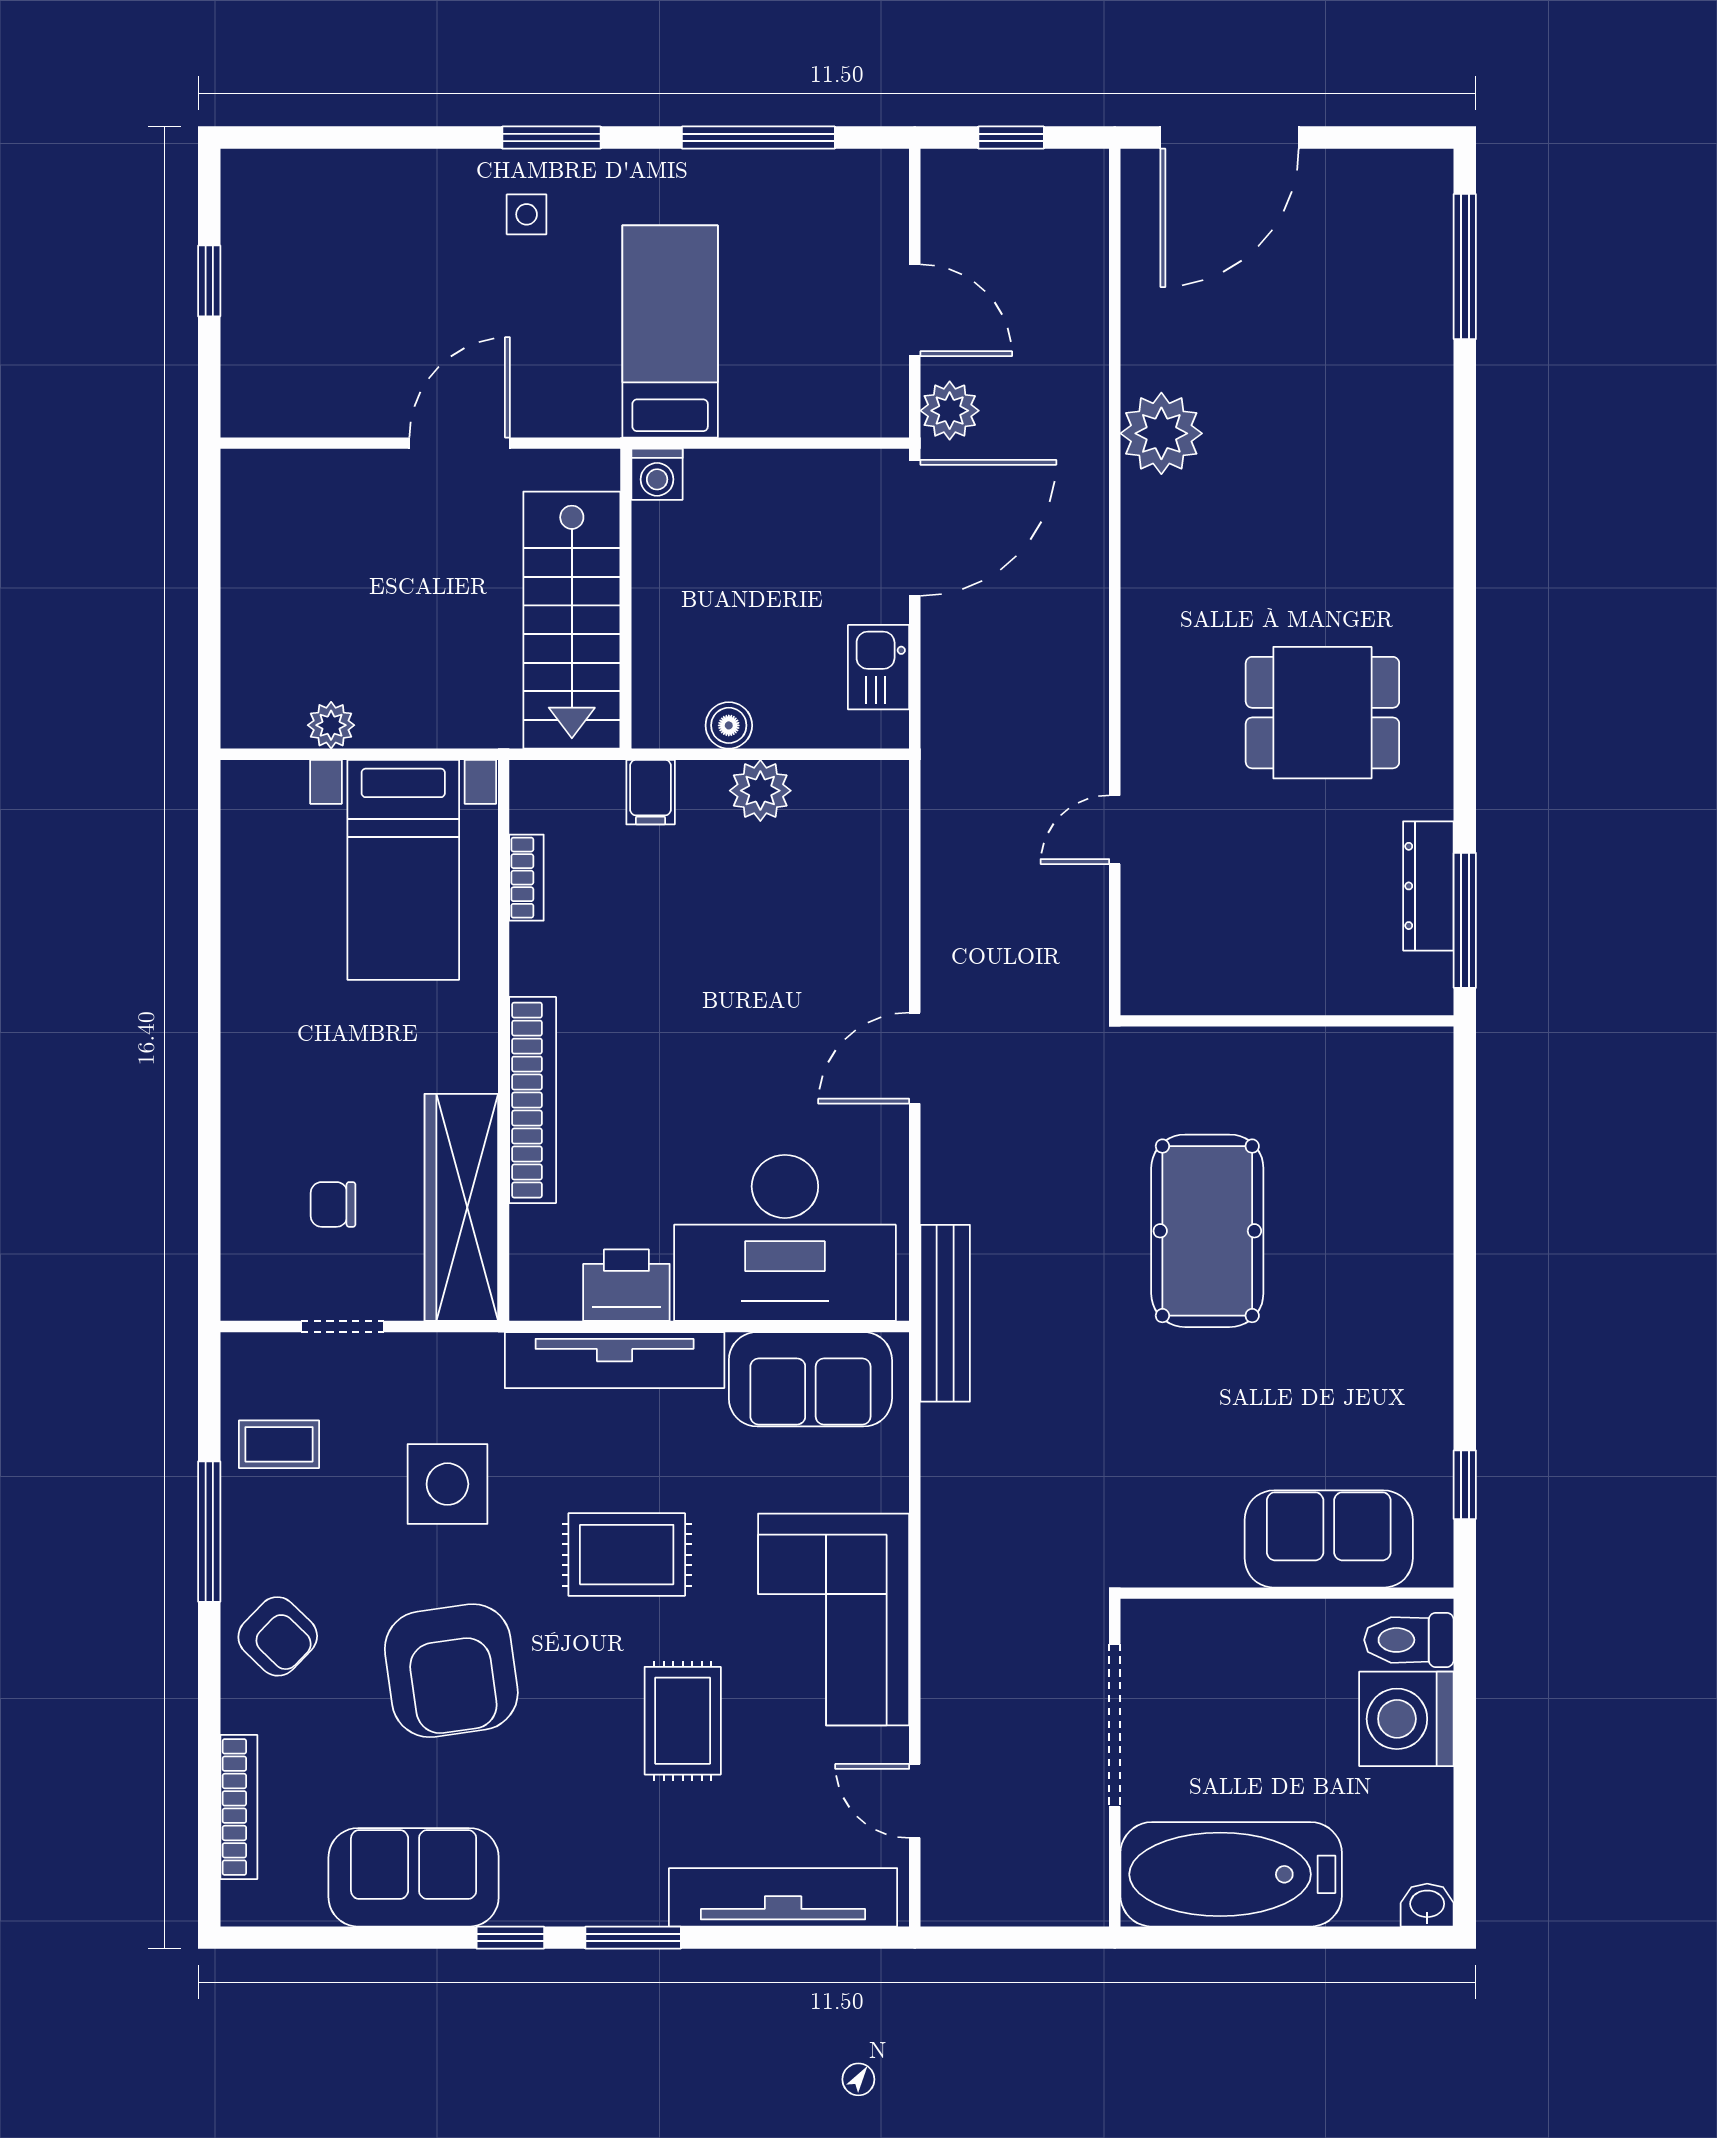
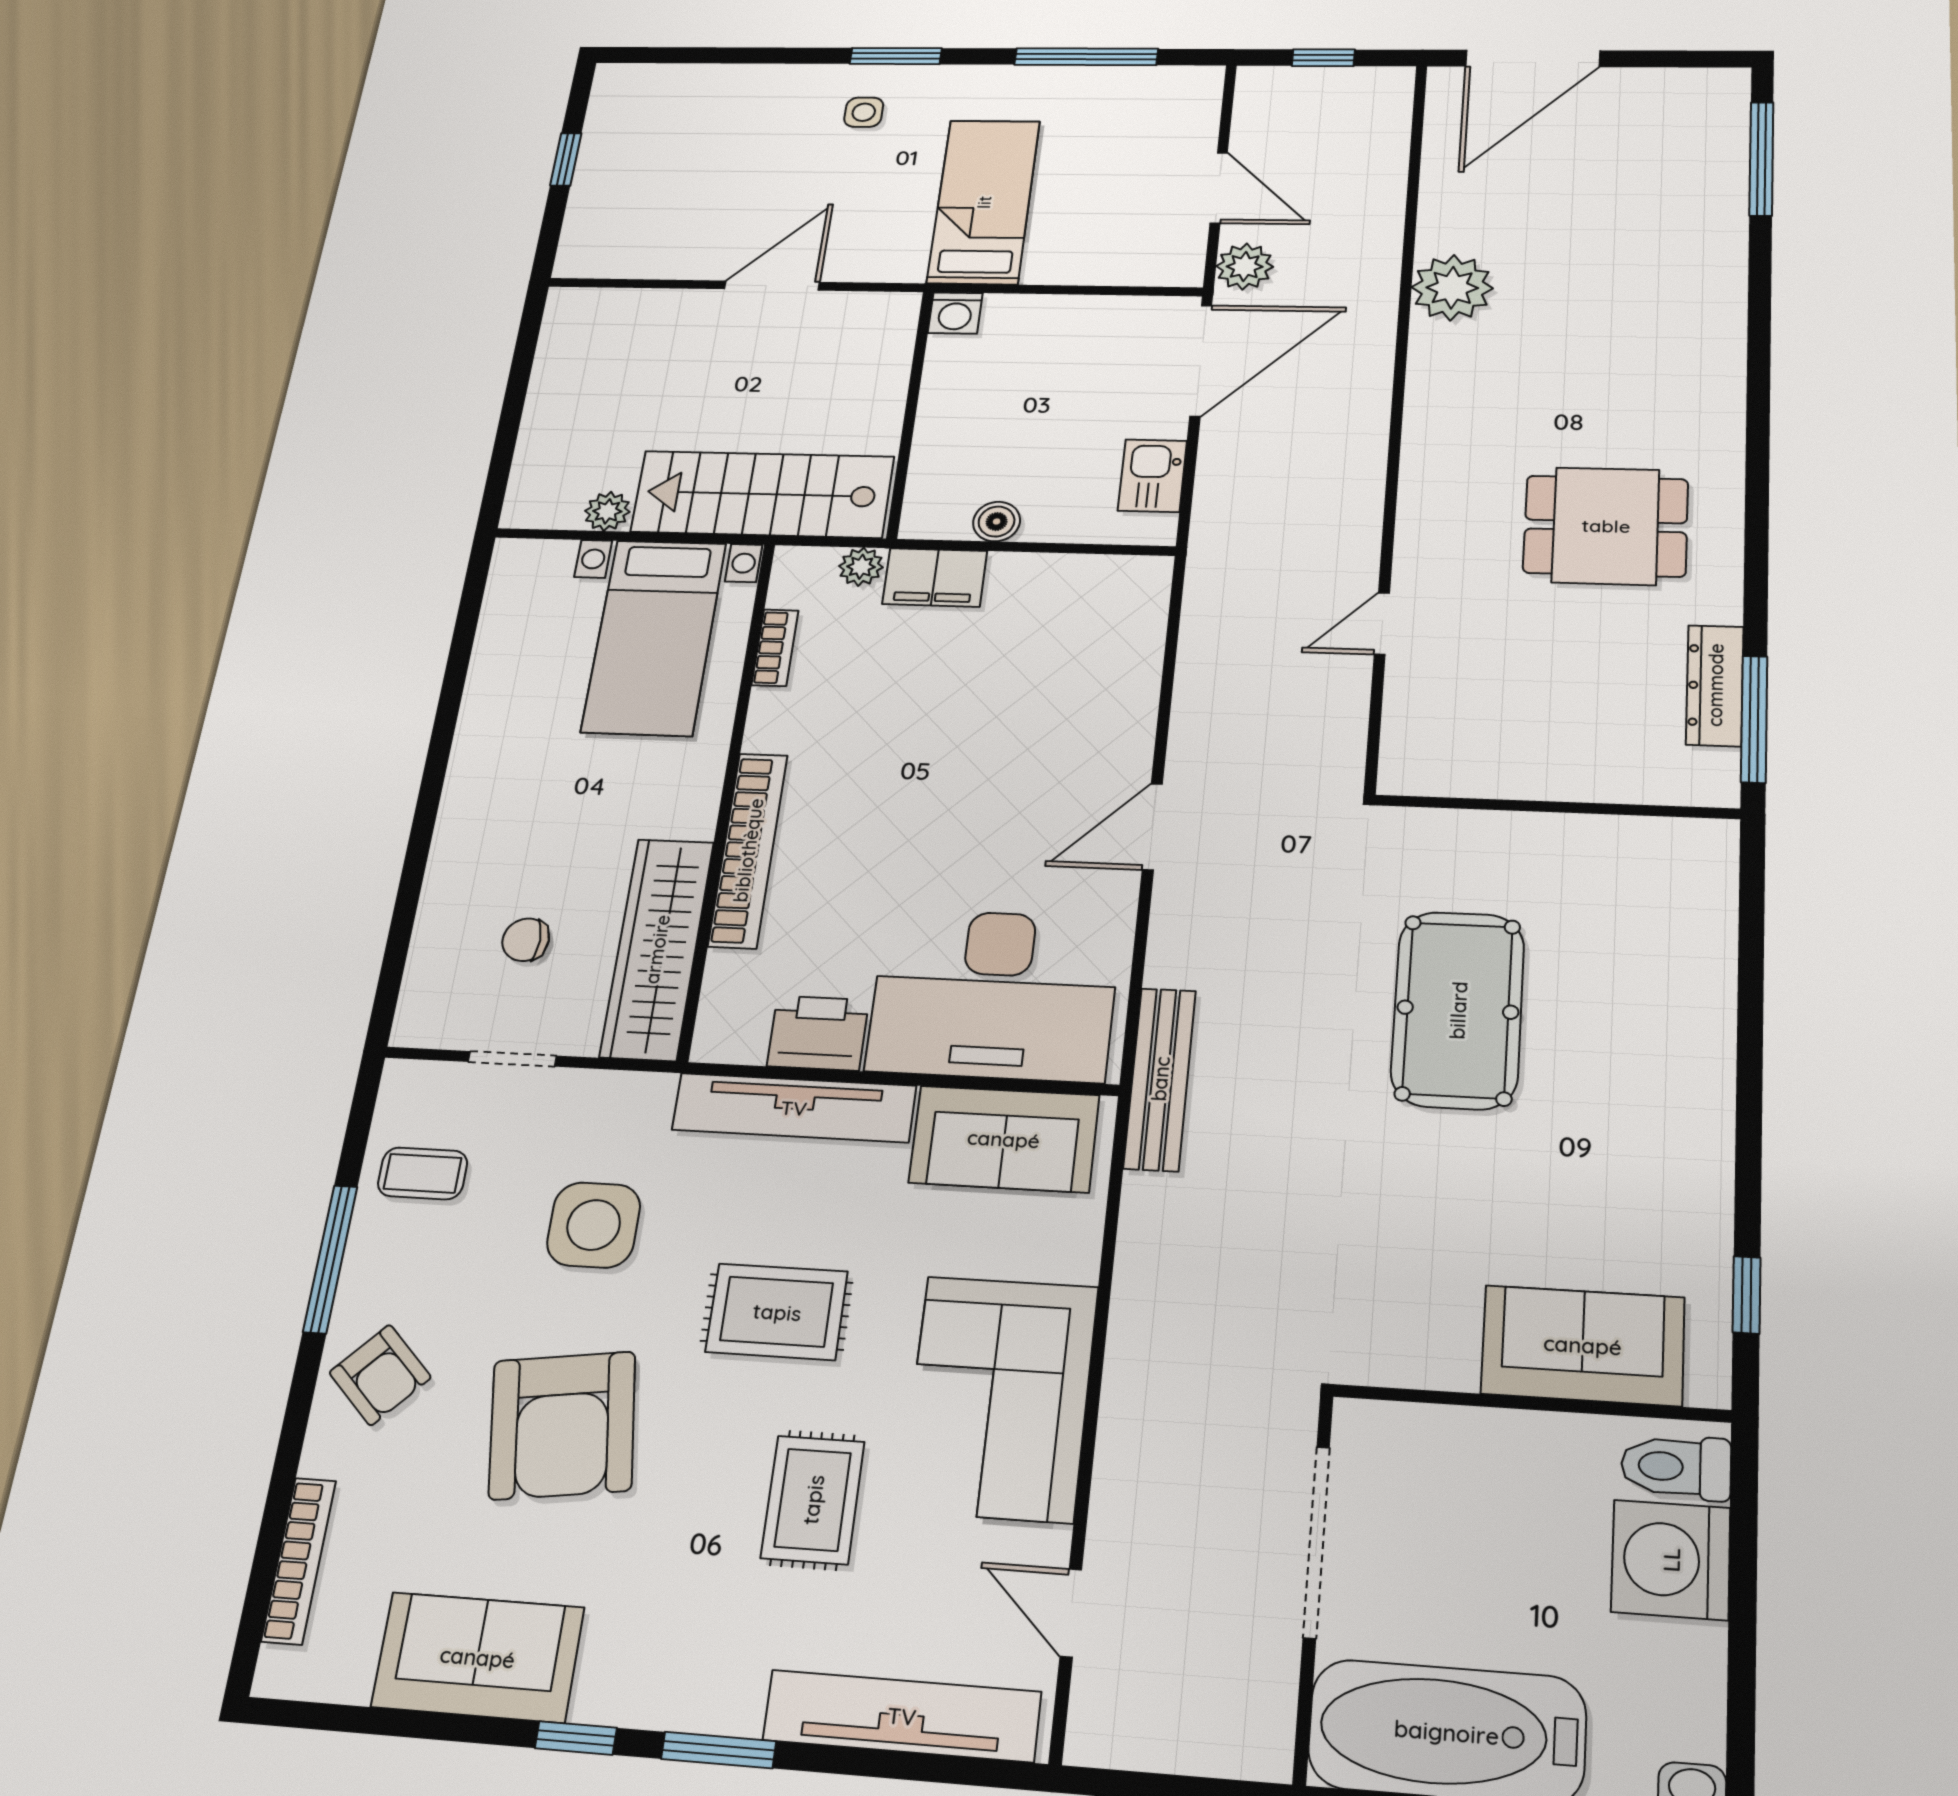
stairs: (572, 620) -> (762, 494), moved, turned 90
plant: (760, 791) -> (861, 567), moved, width x0.73, depth x0.73
filing cabinet: (651, 792) -> (935, 577), width x2.00

